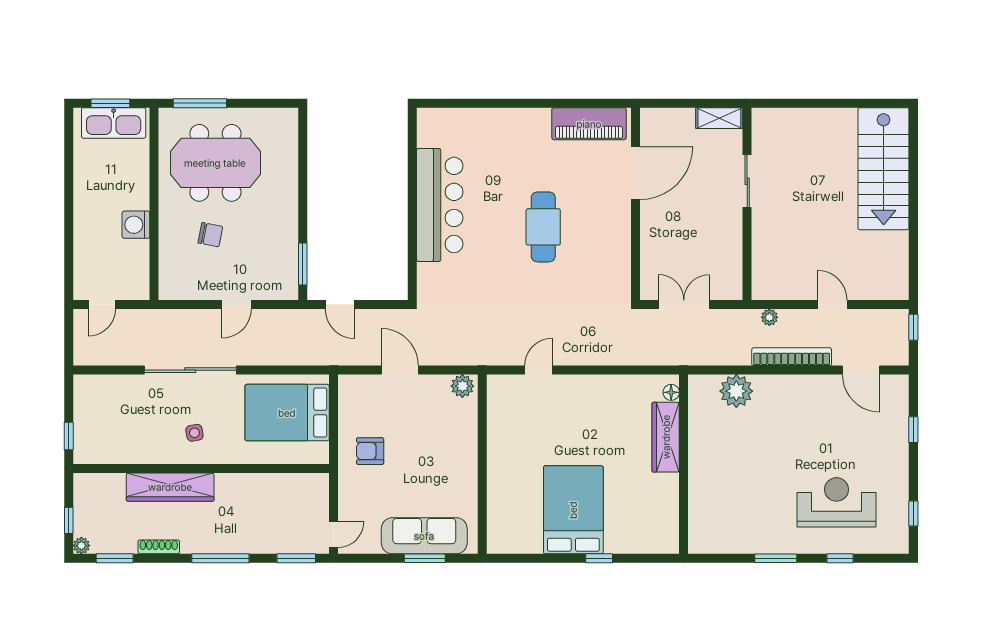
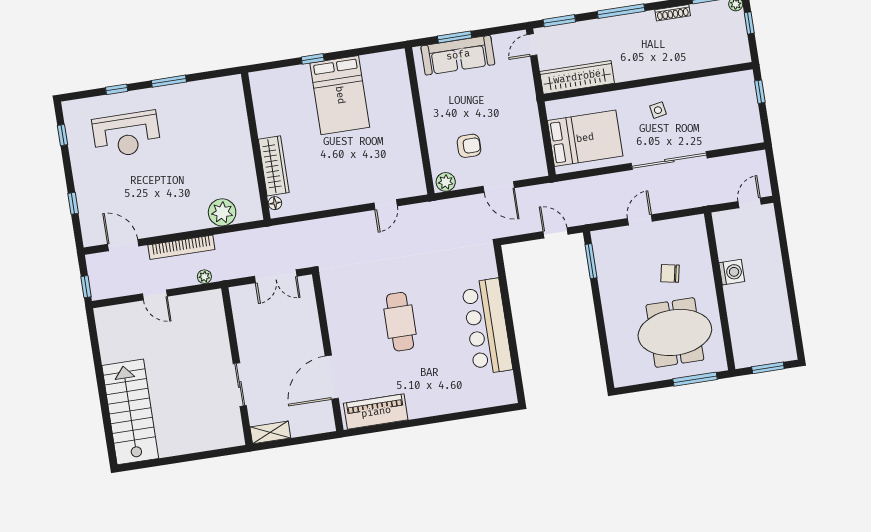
kitchen sink: (114, 123) -> (763, 352), removed
armchair: (370, 451) -> (469, 146), moved
wardrobe: (170, 487) -> (577, 77), moved

